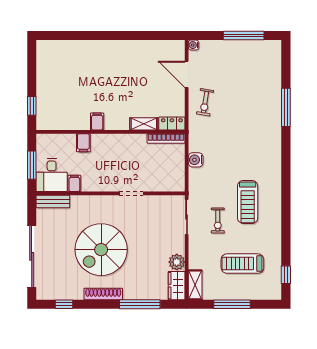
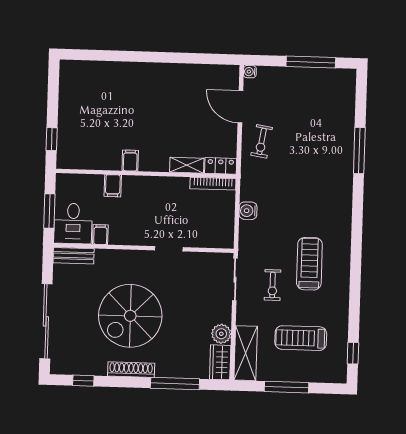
treadmill: (248, 202) -> (309, 264), turned 180
shelving: (195, 285) -> (246, 353), width x1.50, depth x1.33

